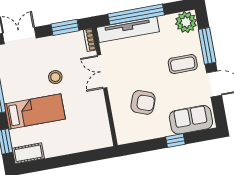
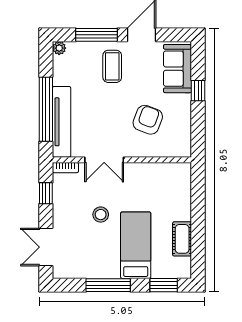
plant: (186, 22) -> (59, 48), width x0.53, depth x0.53
window: (65, 27) -> (46, 193), width x0.67
cot: (28, 153) -> (182, 239), moved

